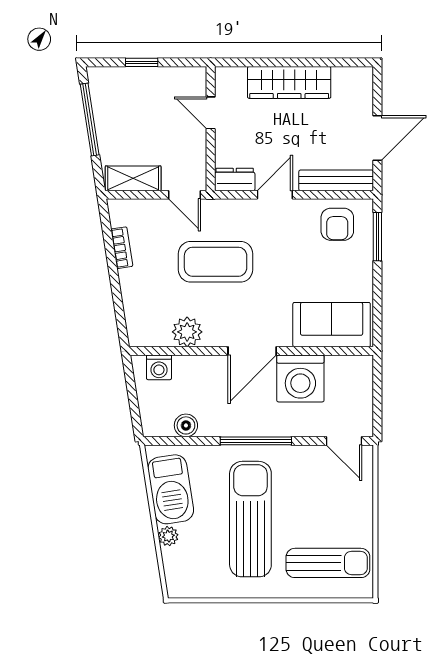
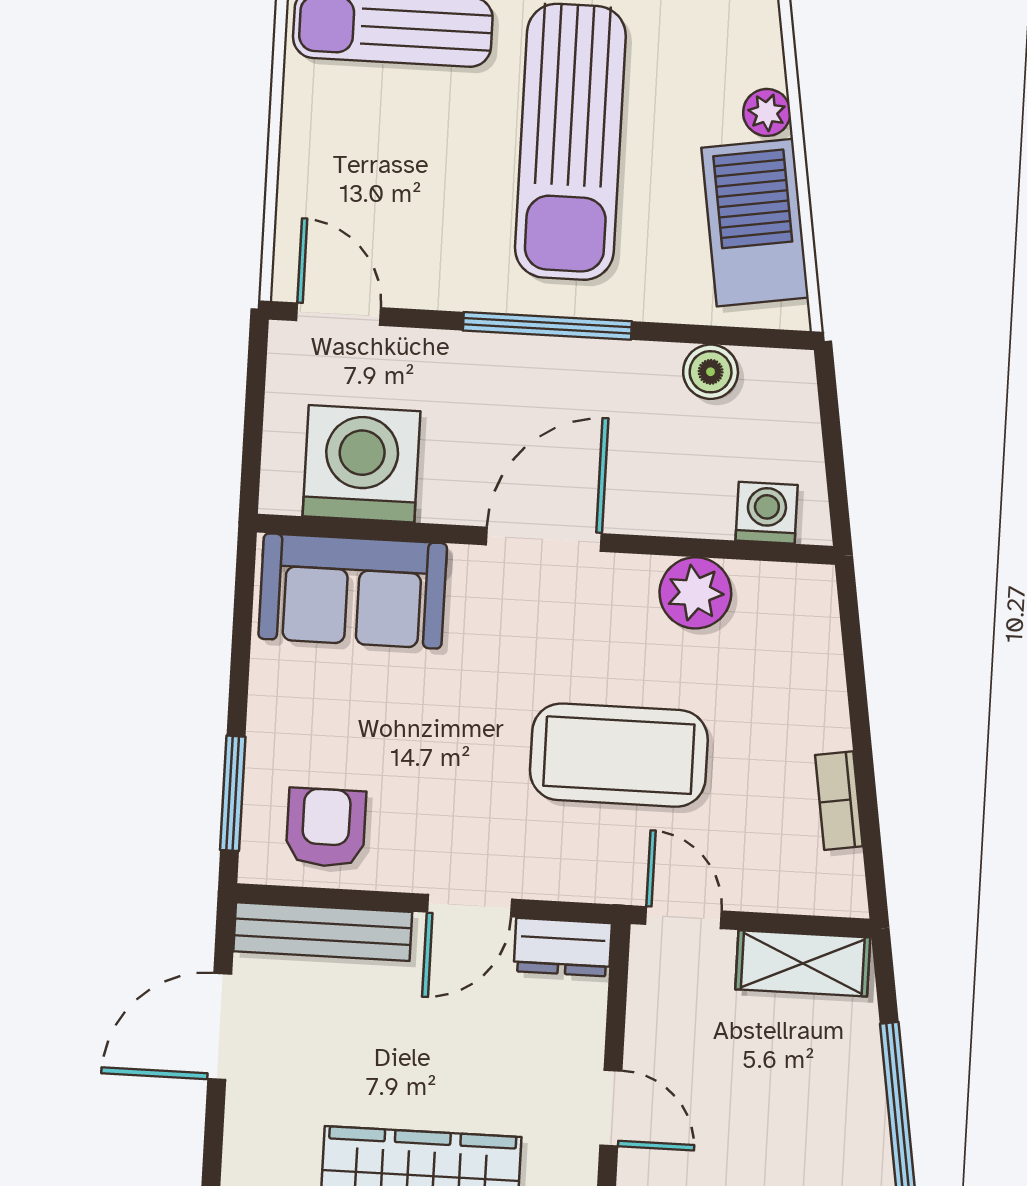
washing machine: (300, 378) -> (361, 464), moved

